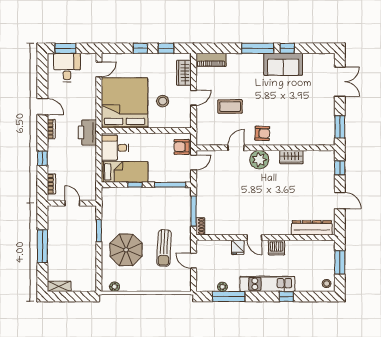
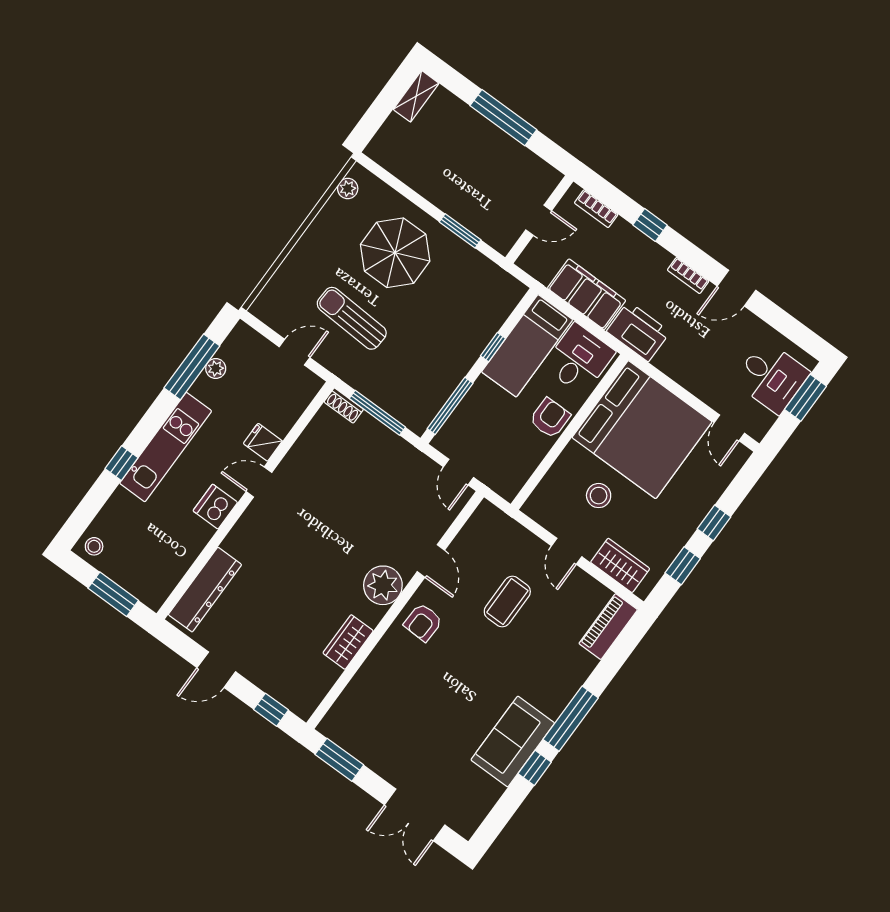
armchair: (182, 147) -> (550, 418), moved
filing cabinet: (88, 163) -> (587, 294), added

